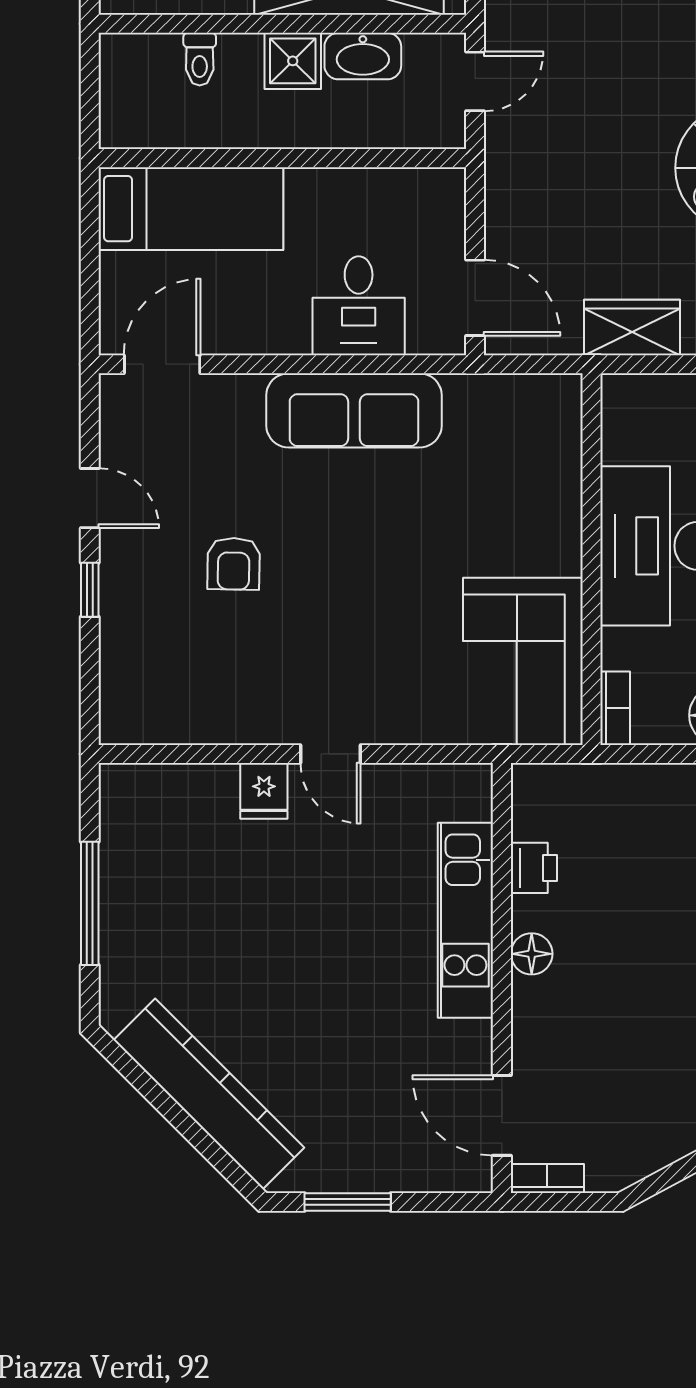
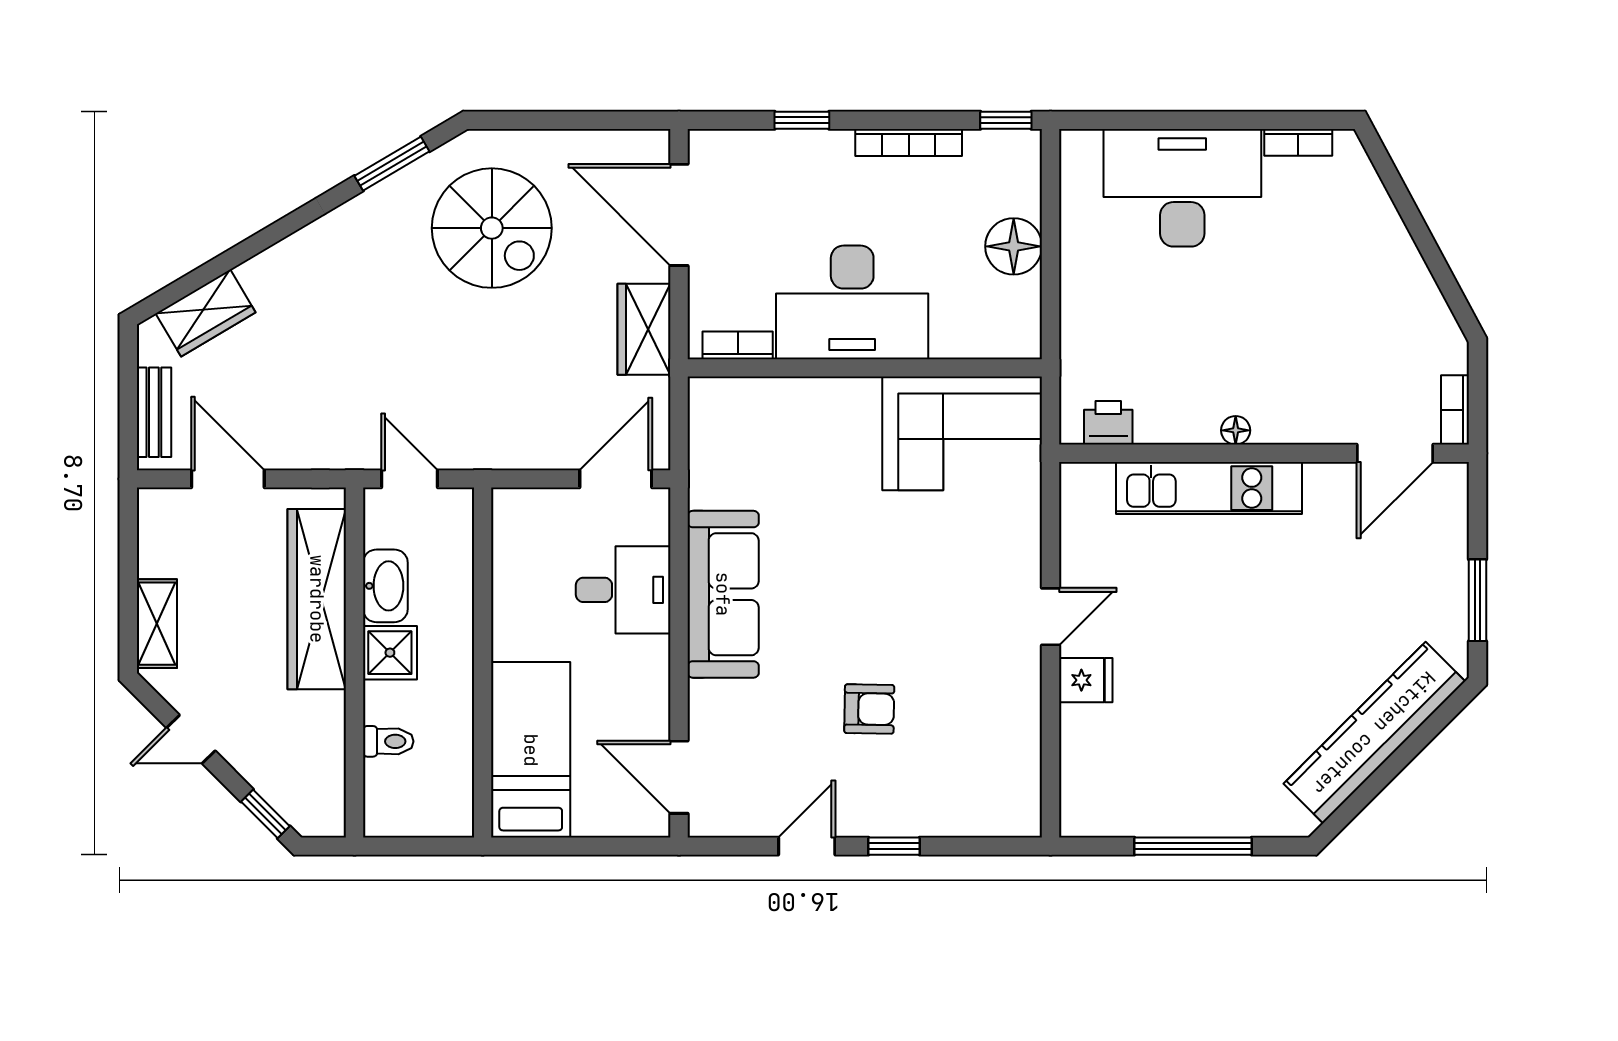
bookcase: (615, 708) -> (738, 345), moved
printer: (534, 868) -> (1108, 423), moved
floor lamp: (532, 954) -> (1236, 430), width x0.73, depth x0.73

